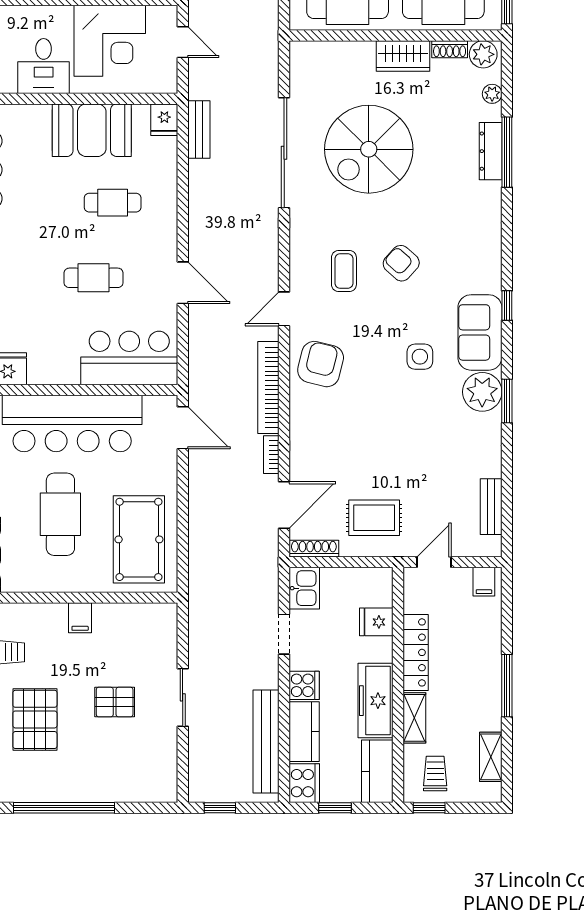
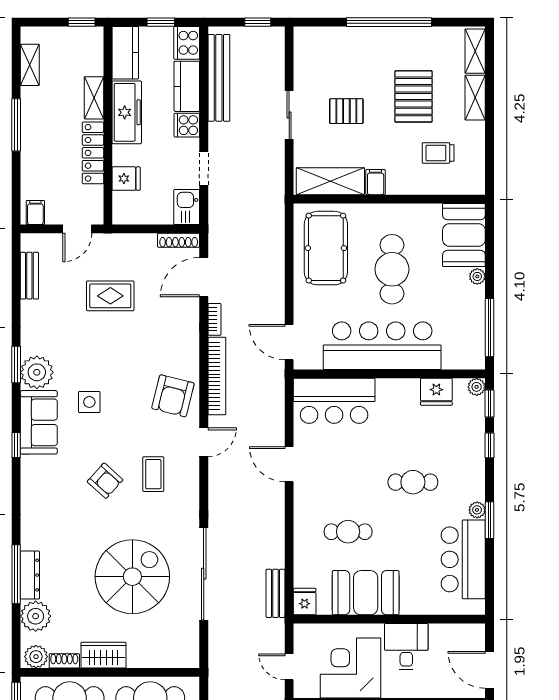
plant: (492, 94) -> (36, 616), width x1.88, depth x1.88
cafe table: (94, 278) -> (413, 482), moved
rug: (374, 518) -> (110, 296), moved
shelving: (134, 619) -> (330, 181), added
trolley: (435, 773) -> (76, 51), removed

